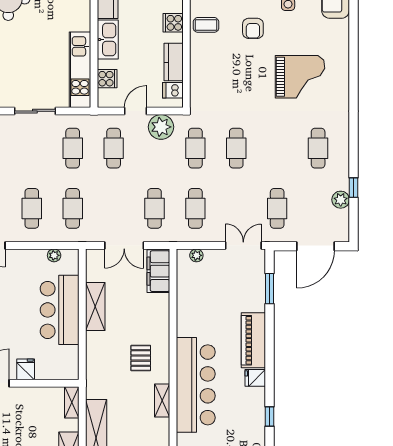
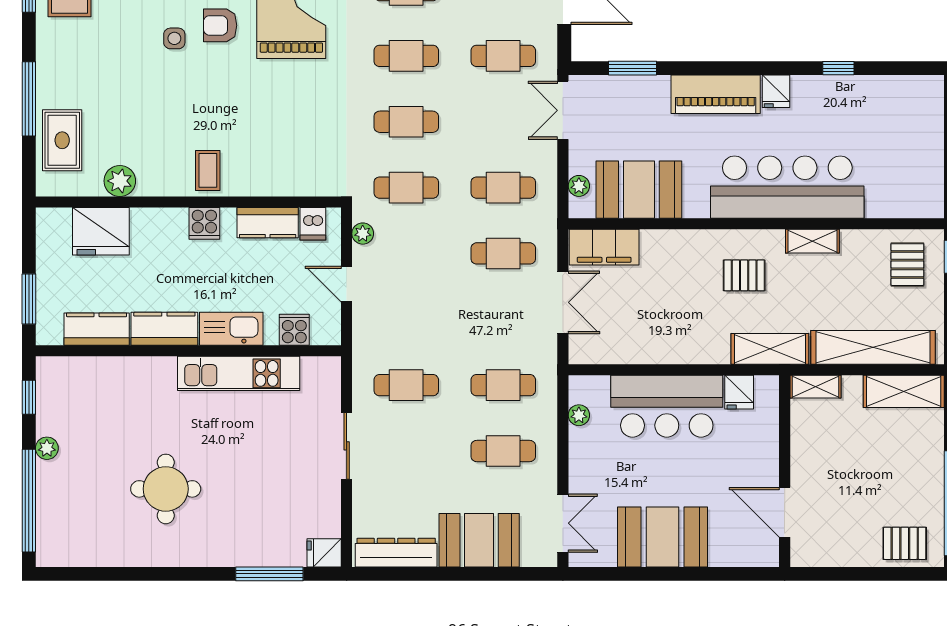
armchair: (253, 28) -> (220, 25), moved, turned 180
kitchen unit: (80, 70) -> (239, 373), moved
plant: (161, 127) -> (363, 234), width x0.53, depth x0.53
cafe table: (114, 148) -> (406, 56), moved
booth: (194, 293) -> (639, 190), added
shelving: (95, 307) -> (770, 349), moved
fridge: (26, 369) -> (739, 392), moved, turned -90

